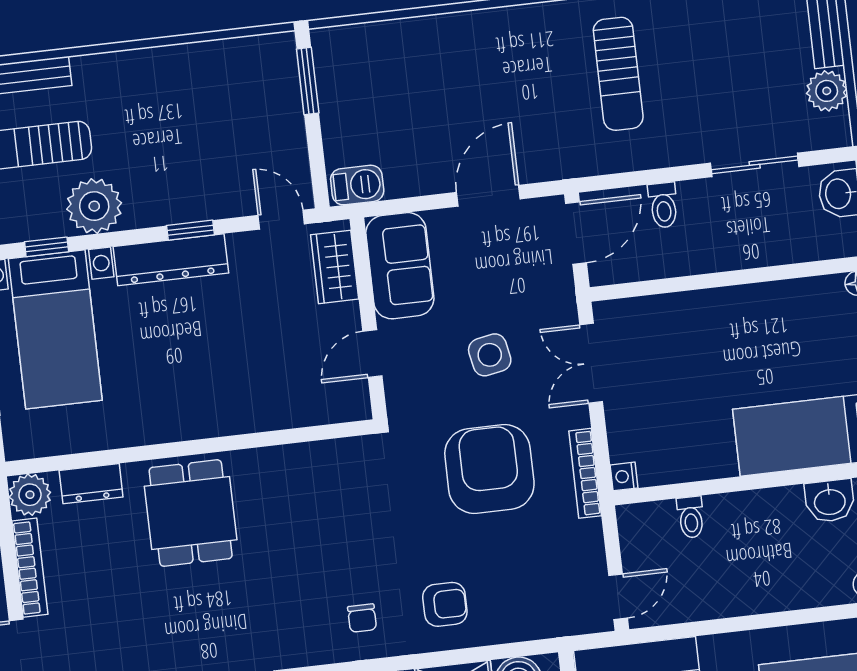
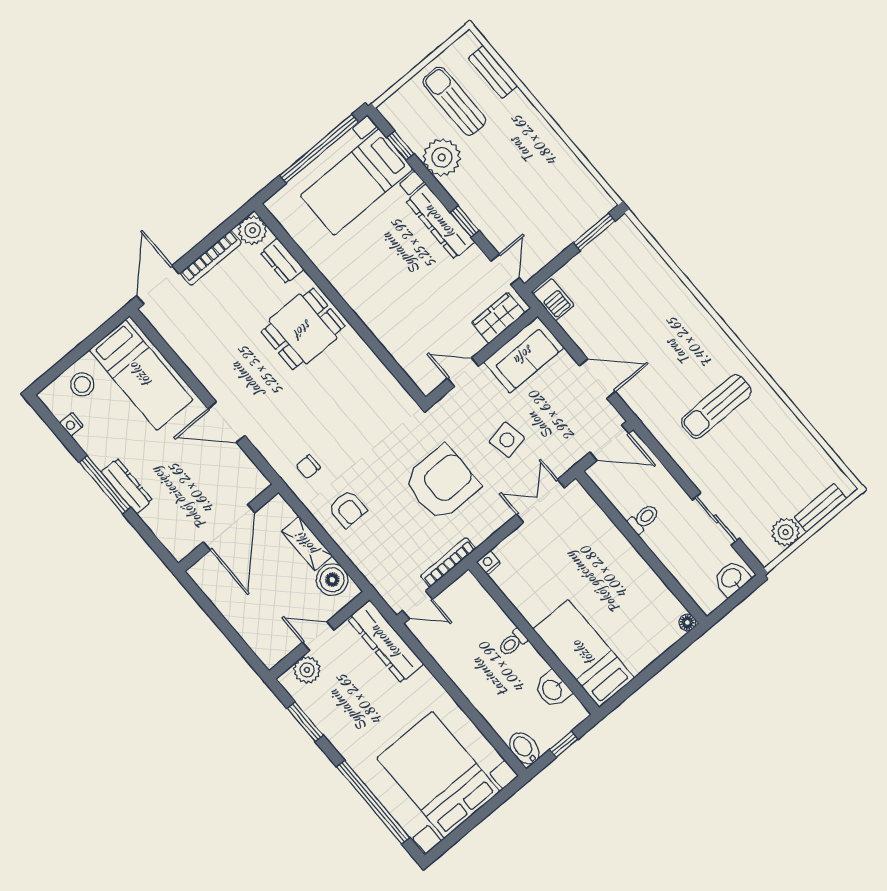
toilet: (663, 205) -> (644, 519), moved, turned 180
bookcase: (585, 473) -> (448, 562), moved
toilet: (691, 517) -> (513, 642), moved

